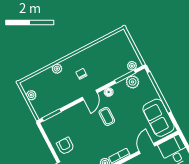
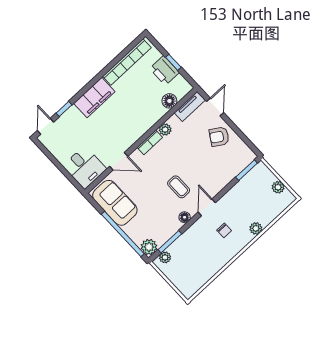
plant: (133, 82) -> (149, 247), moved
armchair: (65, 146) -> (219, 137), turned 122
door: (147, 148) -> (119, 161), hinge flipped

